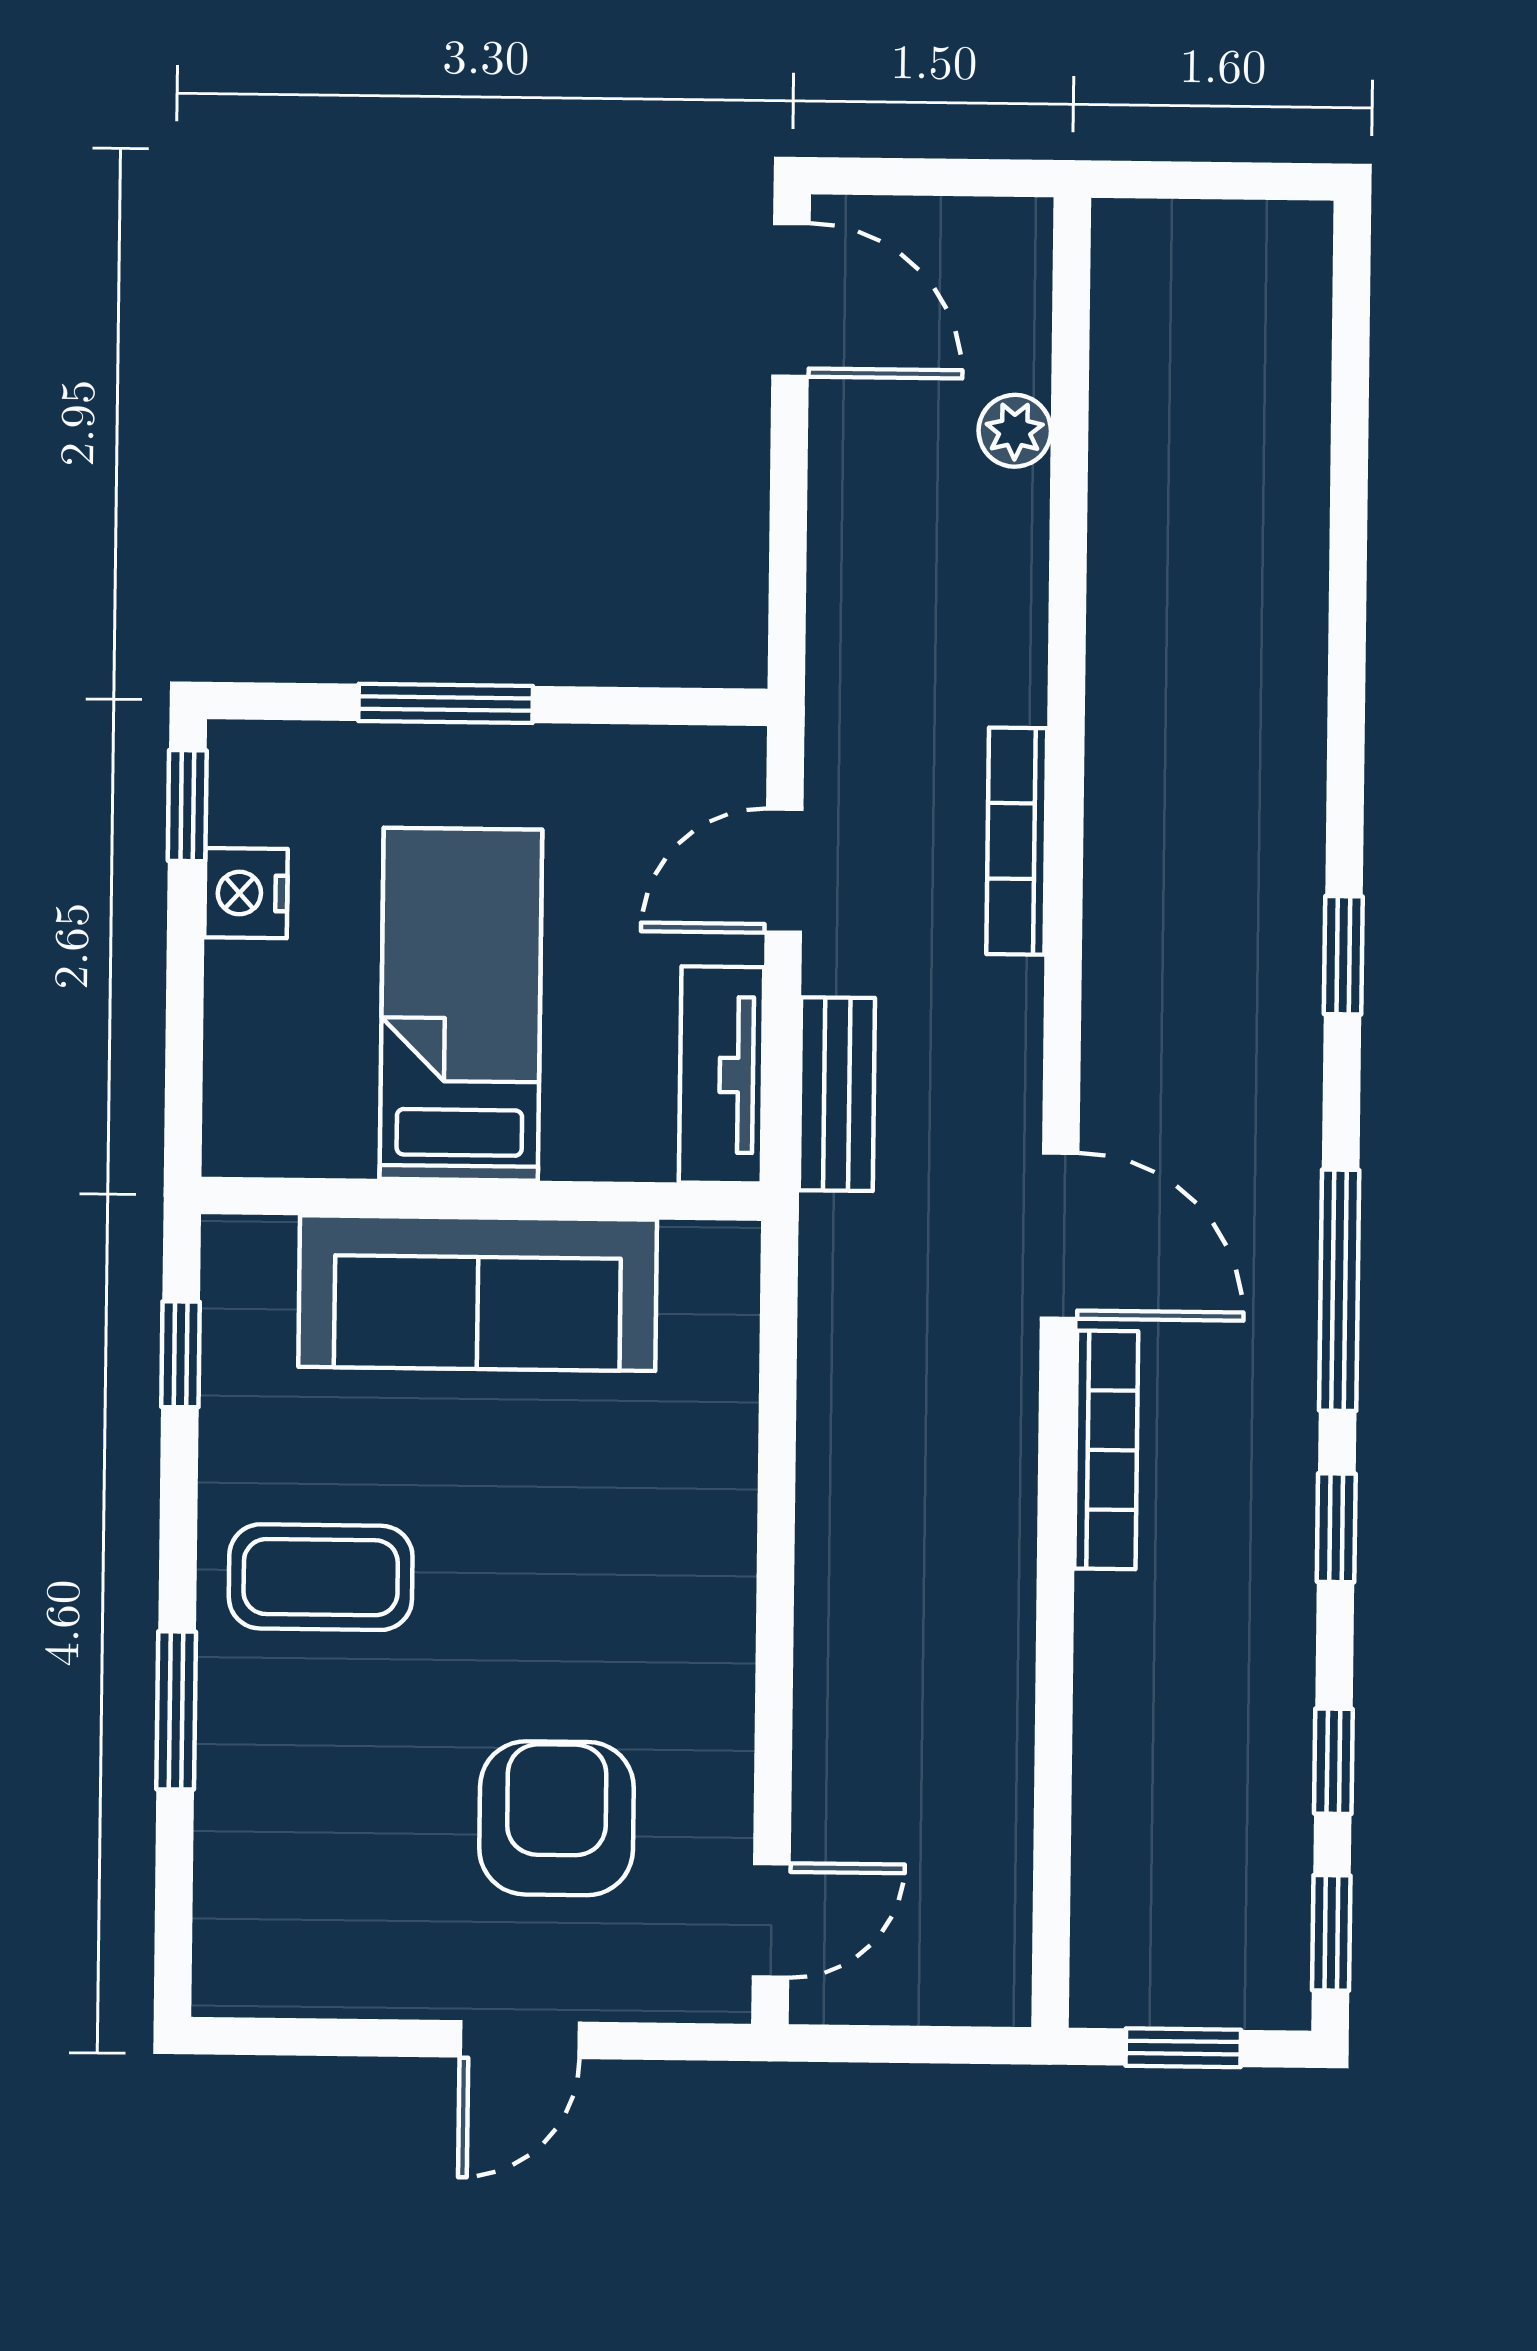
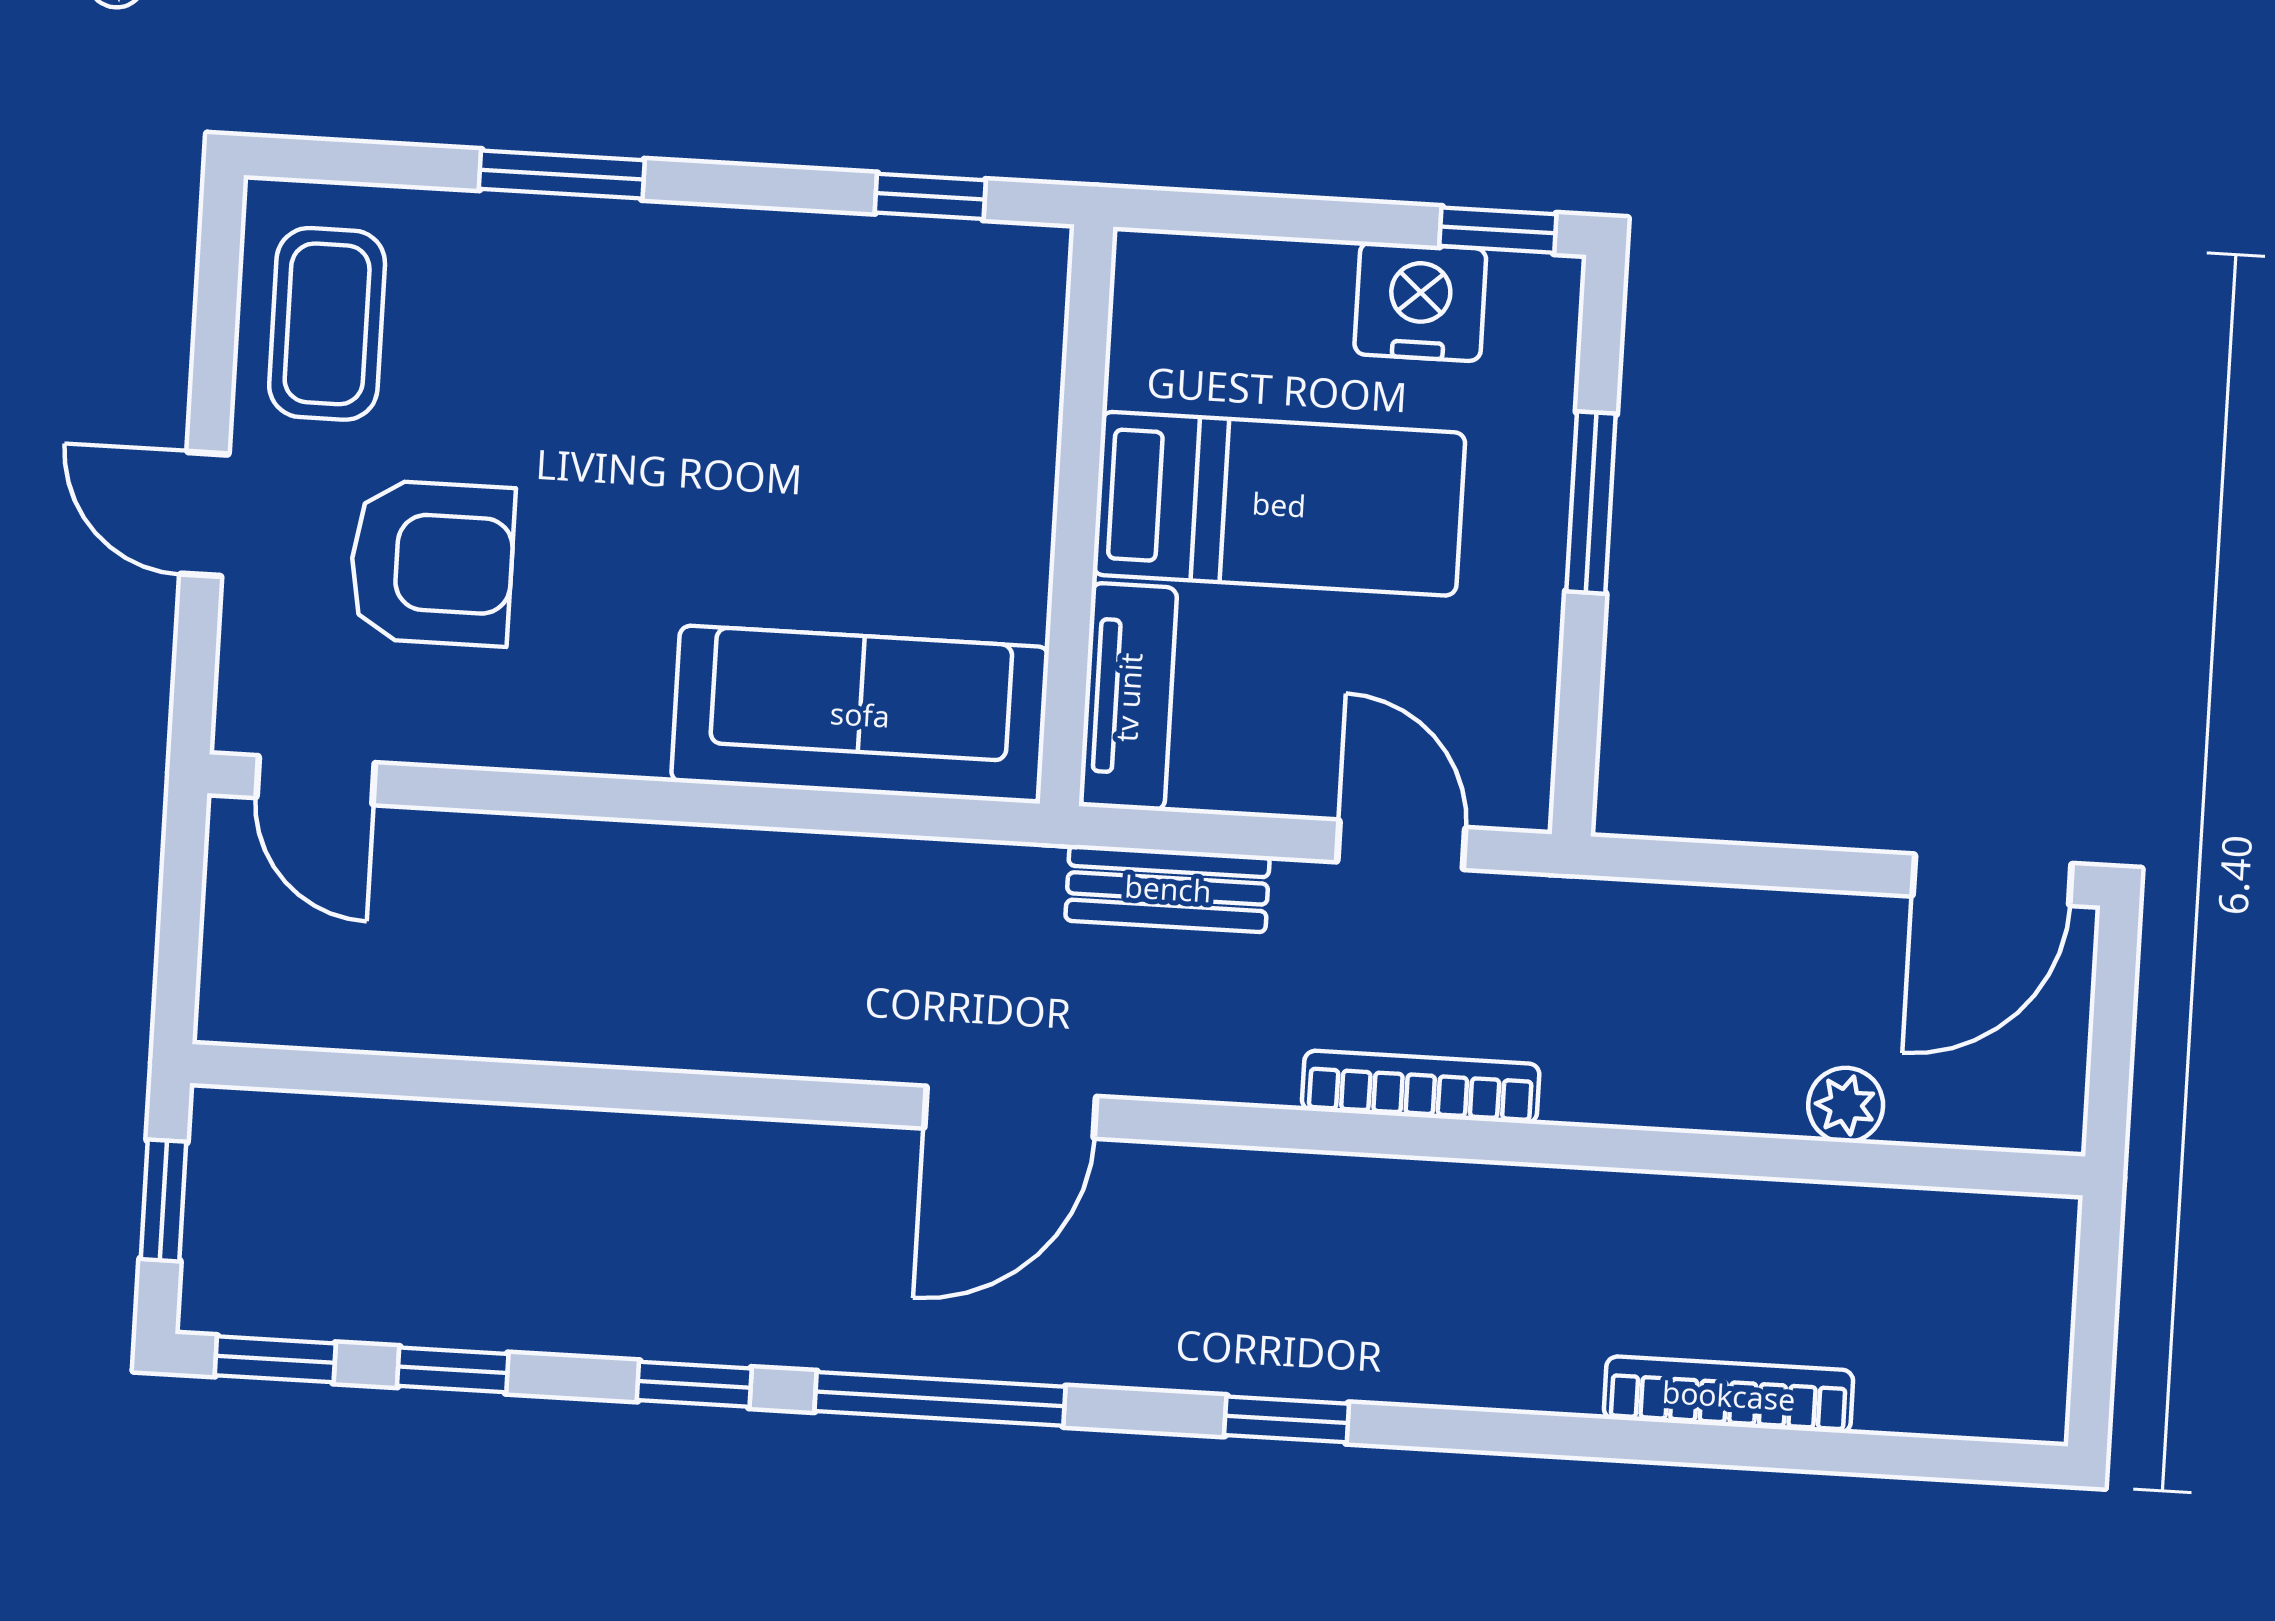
nightstand: (246, 893) -> (1420, 301), width x1.36, depth x1.33
tv unit: (722, 1075) -> (1128, 697), moved, turned 90
sofa: (478, 1293) -> (860, 714), moved, turned 90
bookcase: (1106, 1450) -> (1729, 1395), moved, turned 180
coffee table: (321, 1577) -> (327, 324), moved

